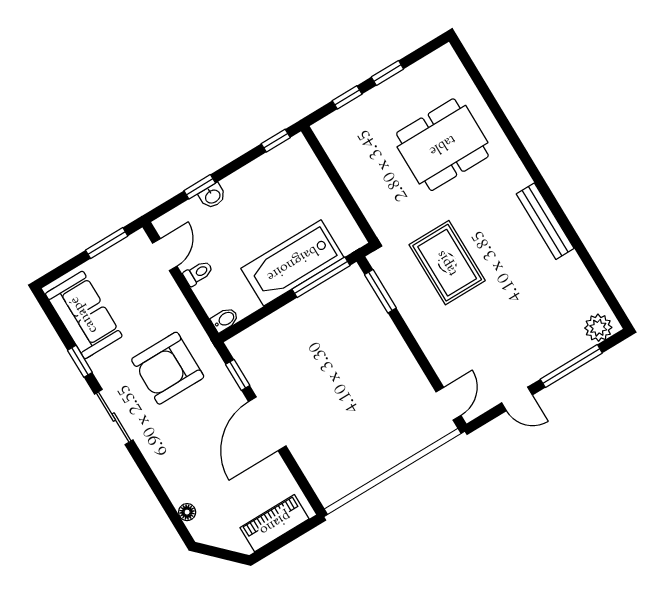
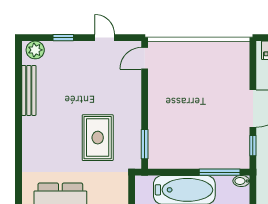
bench: (545, 221) -> (29, 90), moved
window: (321, 277) -> (220, 172), moved
window: (571, 366) -> (63, 38), width x0.46

